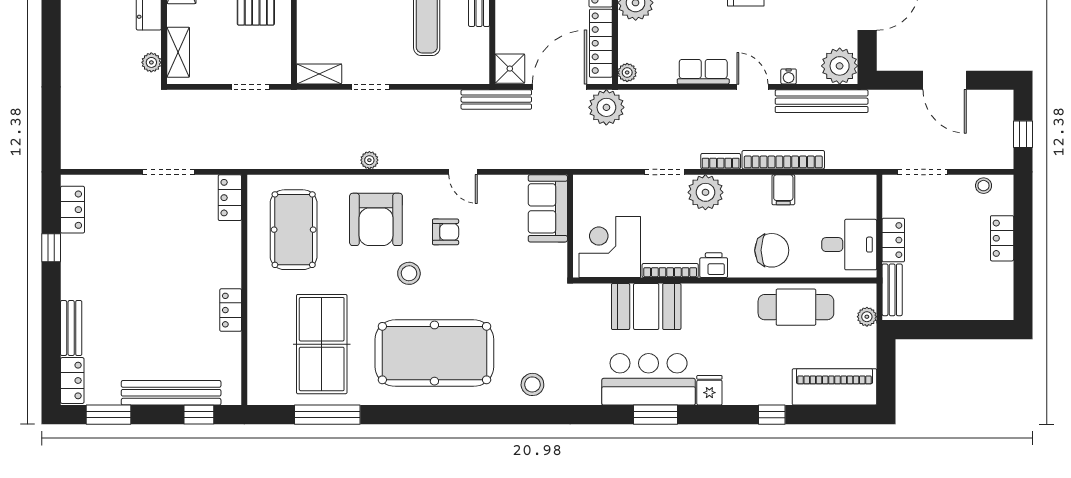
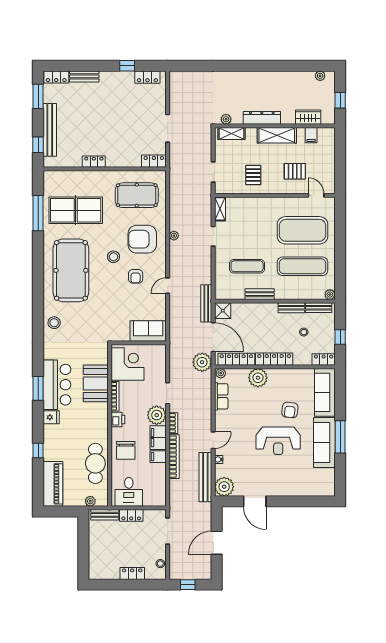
row of seats: (703, 72) -> (221, 396), moved
filing cabinet: (748, 190) -> (158, 438), added

